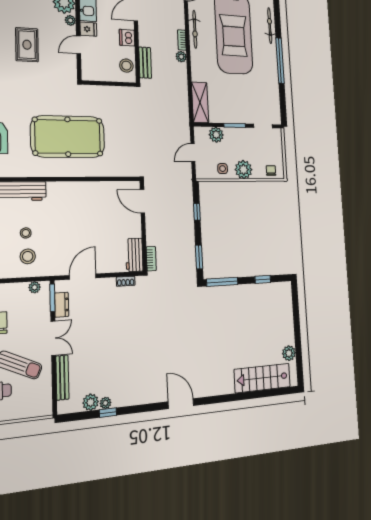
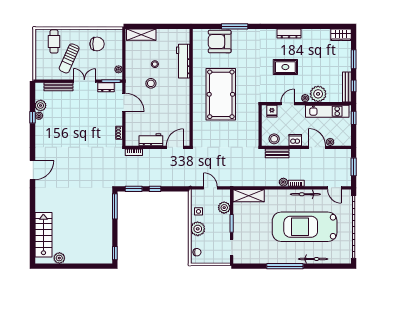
fridge: (88, 29) -> (272, 111), moved
door: (78, 45) -> (288, 104), hinge flipped
window: (197, 212) -> (155, 189), moved
workbench: (134, 255) -> (151, 140), moved
stool: (28, 256) -> (151, 83), moved
window: (263, 279) -> (115, 253), moved
double door: (53, 338) -> (84, 81), swing flipped

